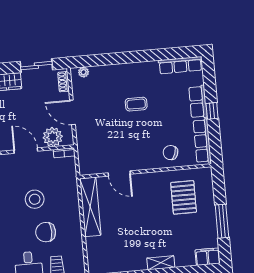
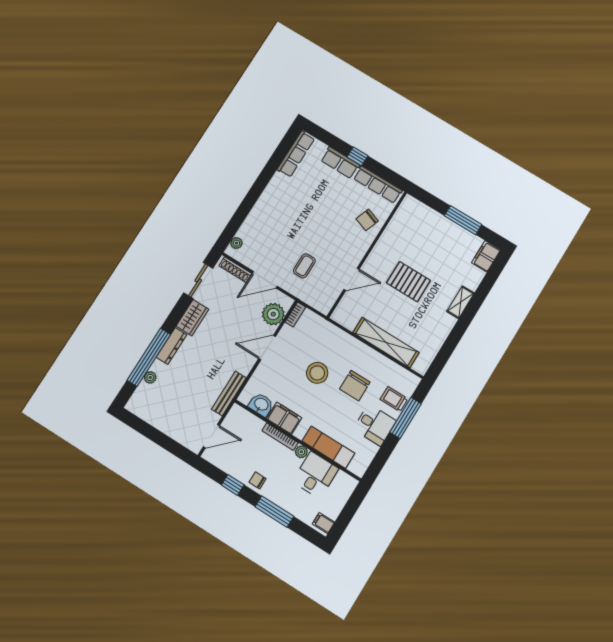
shoe rack: (64, 82) -> (235, 270), width x1.43
coffee table: (136, 104) -> (304, 266), moved
pallet: (184, 197) -> (408, 282), moved
shelving: (90, 207) -> (386, 342), moved

